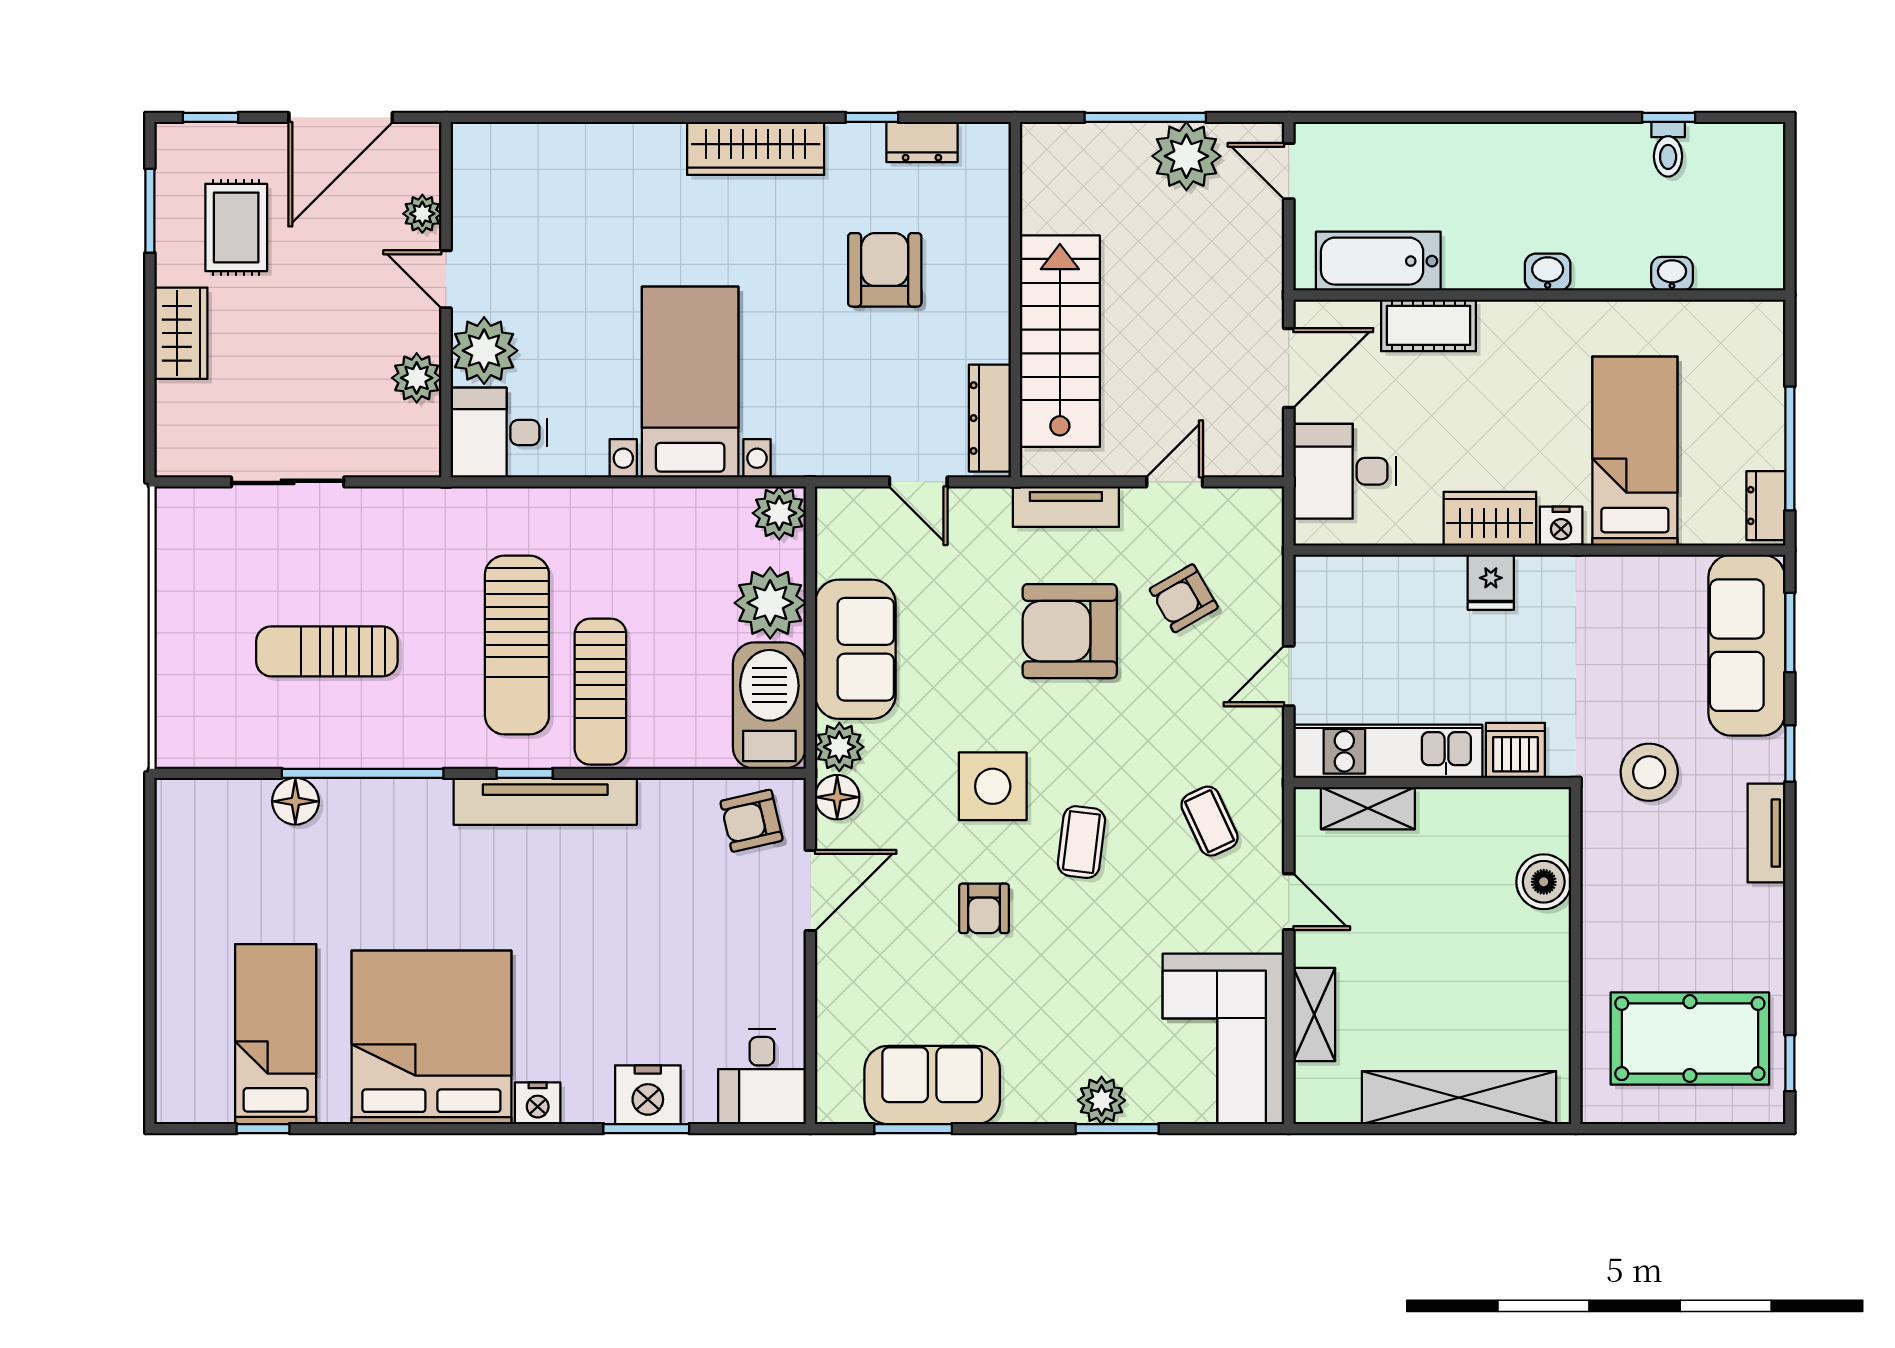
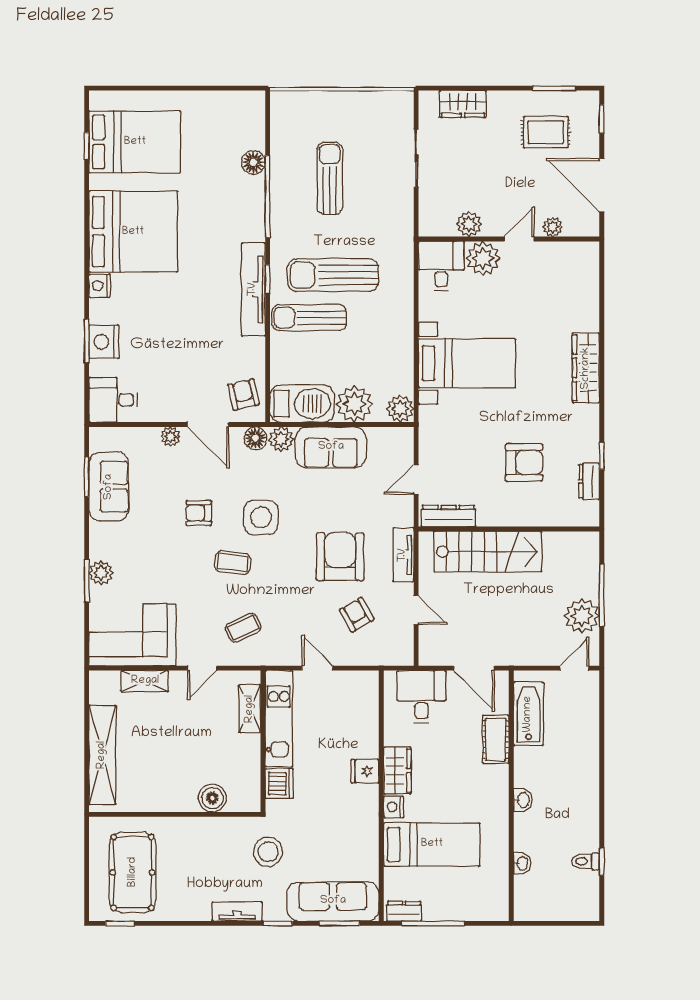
wardrobe: (756, 148) -> (586, 368), moved
wardrobe: (181, 333) -> (463, 104), moved
plant: (834, 964) -> (170, 437), added
bed: (276, 1034) -> (135, 142), width x1.50

